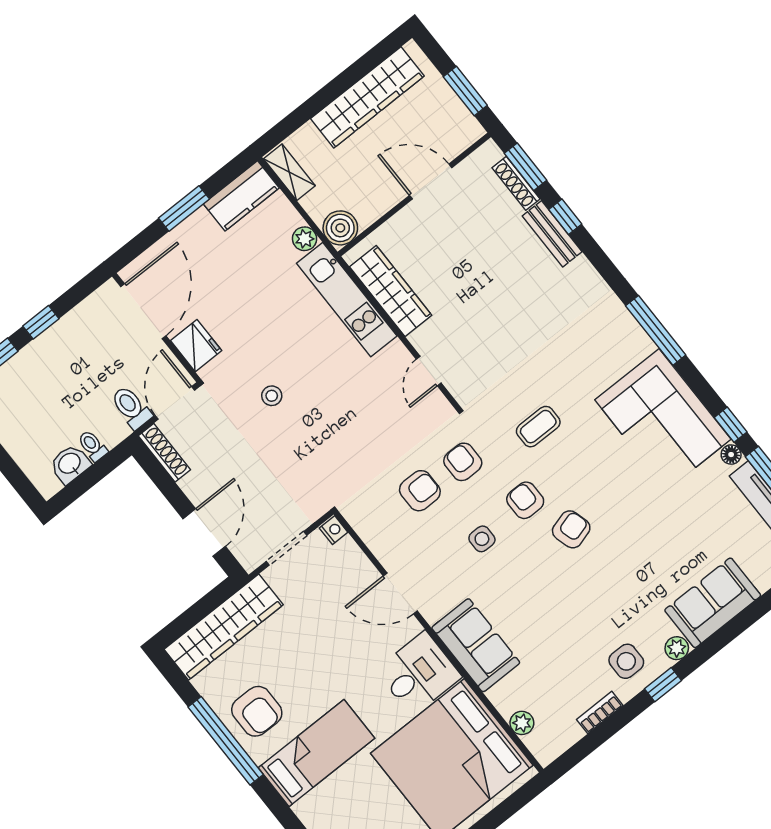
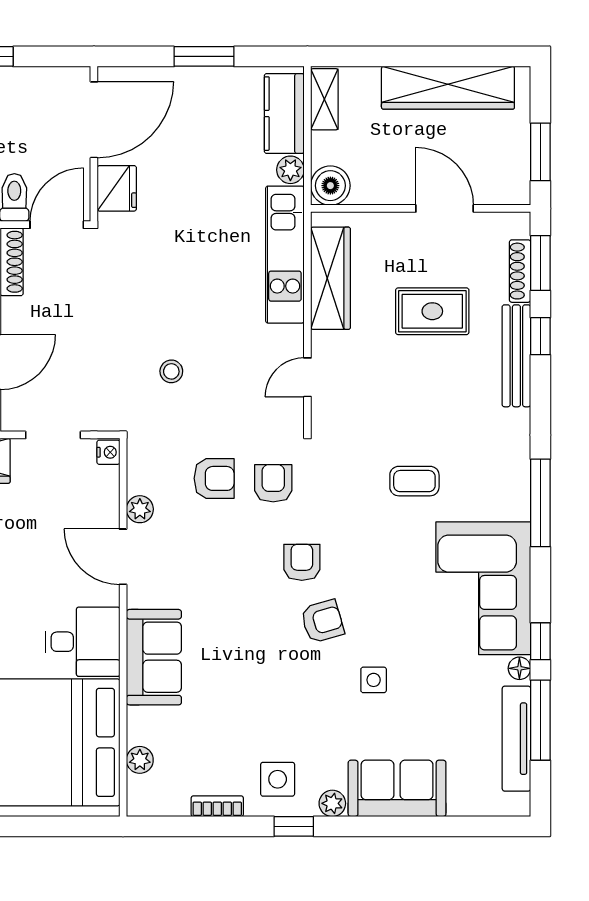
kitchen counter: (241, 196) -> (284, 114), moved, turned 90
bench: (552, 234) -> (516, 356), width x1.36
rug: (478, 258) -> (432, 311), added
stool: (272, 396) -> (171, 371), moved
coffee table: (538, 427) -> (414, 481), moved
side table: (482, 539) -> (374, 680), moved
plant: (386, 552) -> (140, 509), added

